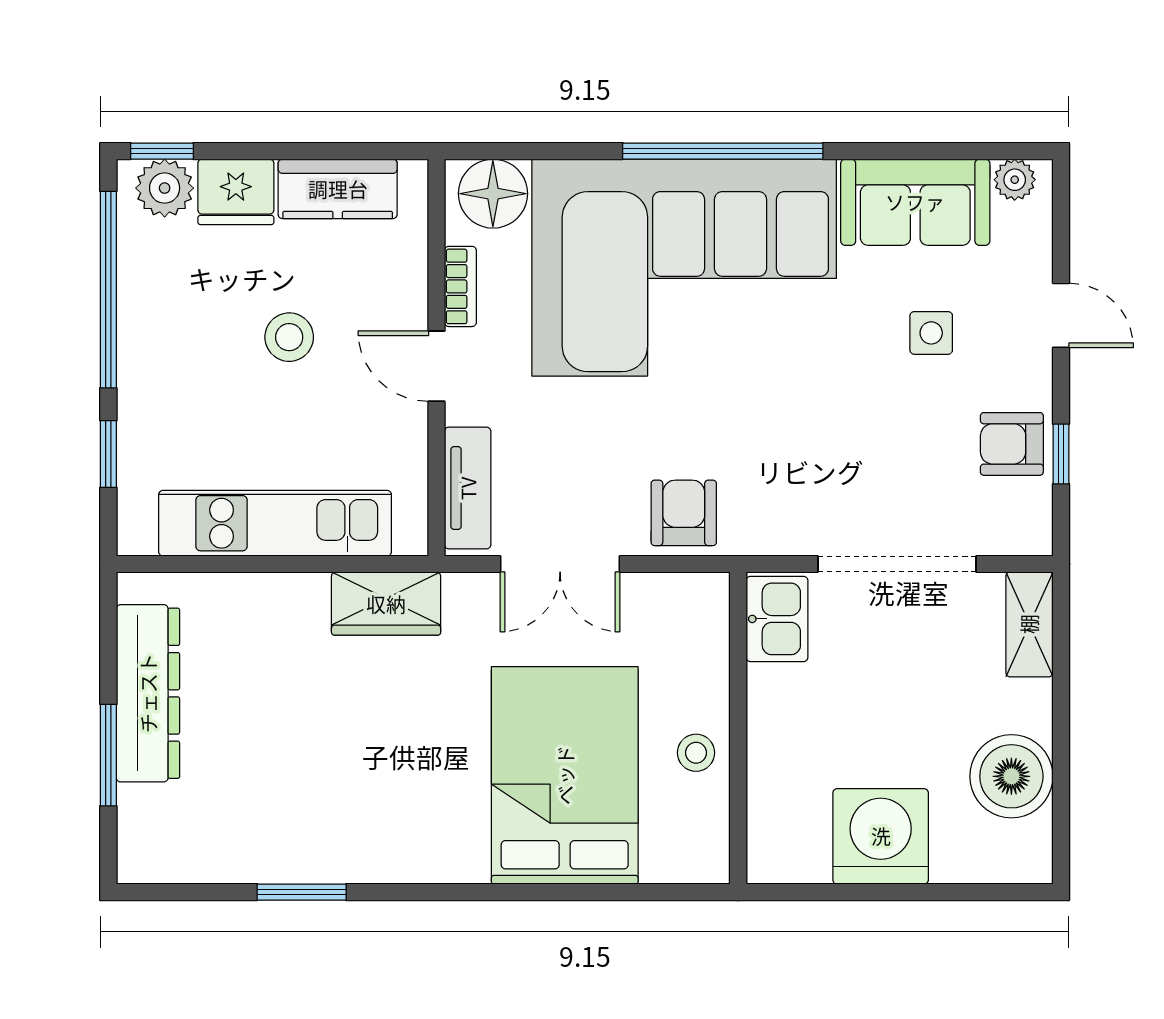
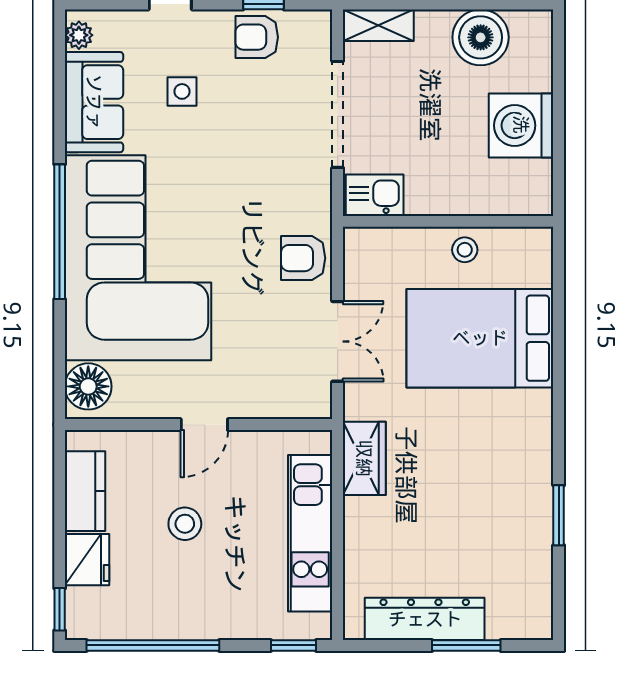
plant: (165, 188) -> (84, 608), removed
bookcase: (460, 286) -> (151, 408), removed
armchair: (1012, 444) -> (257, 37), turned 90
window: (108, 454) -> (293, 645), moved
tv unit: (468, 488) -> (286, 404), removed

